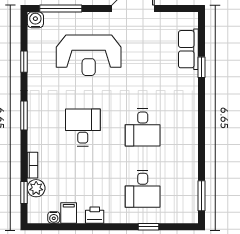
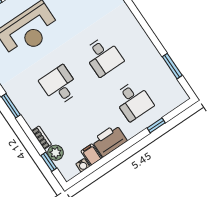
window: (202, 196) -> (172, 66), moved
printer: (95, 215) -> (109, 141), width x1.87, depth x1.48

